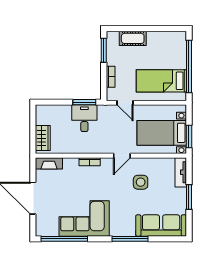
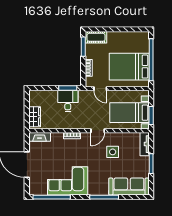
cot: (133, 38) -> (96, 37), moved
bed: (161, 81) -> (129, 67), width x1.50

